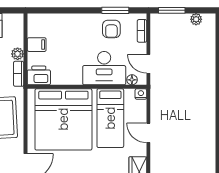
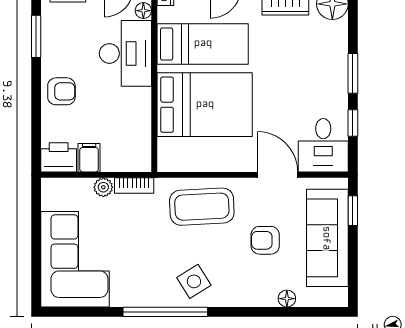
armchair: (111, 29) -> (61, 91), moved
printer: (39, 75) -> (59, 157), moved, turned 90
bed: (63, 119) -> (205, 105), width x0.73

